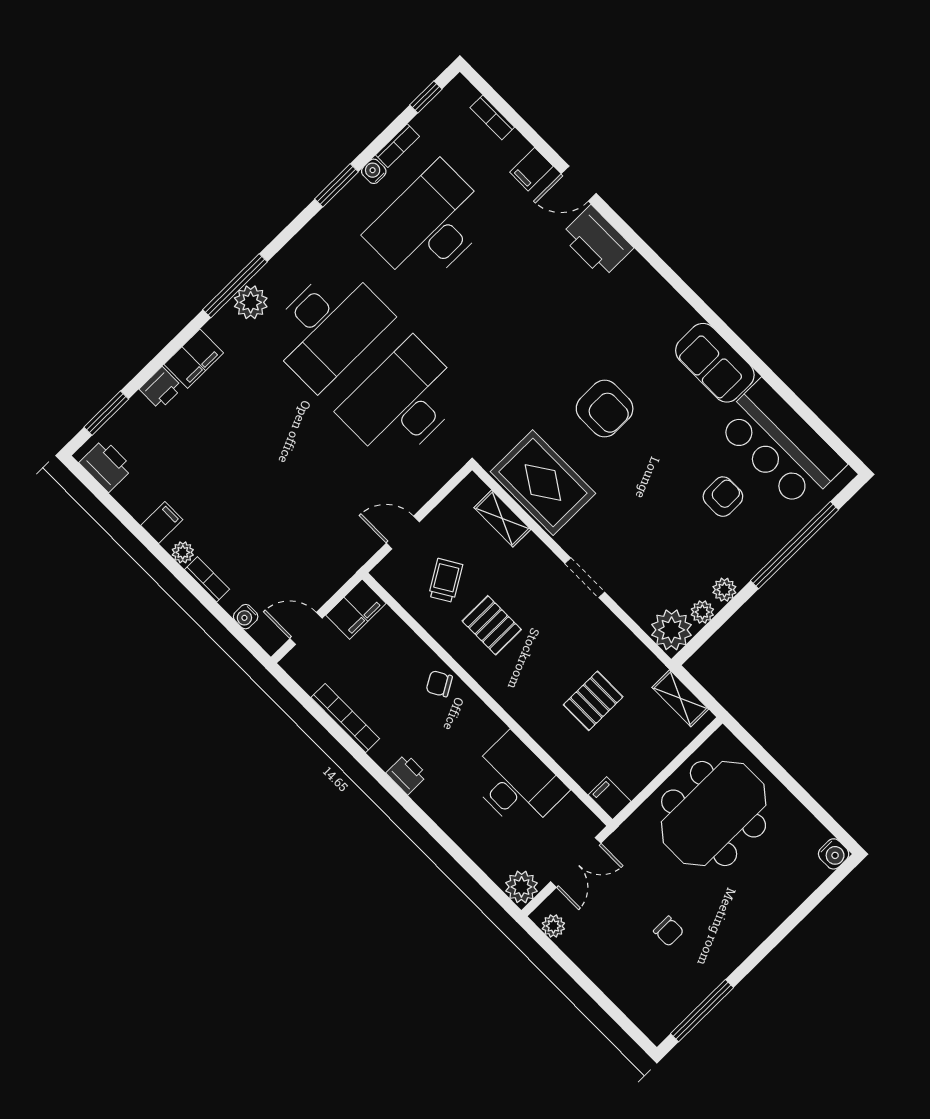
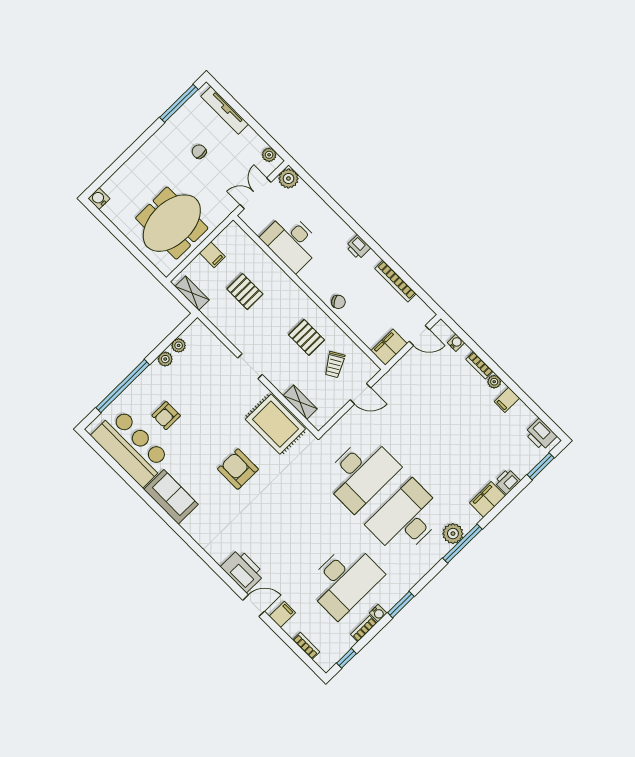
plant: (671, 630) -> (197, 335), removed
pallet: (593, 701) -> (245, 292), turned 90
filing cabinet: (610, 798) -> (212, 255), moved
tv unit: (626, 999) -> (225, 110), added

